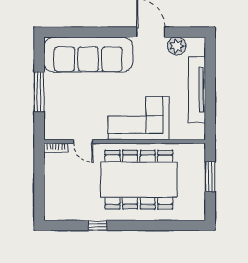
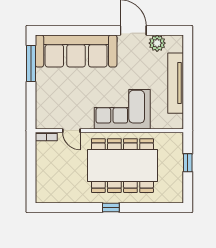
window: (39, 92) -> (31, 63), moved
window: (210, 177) -> (188, 163), width x0.67
window: (98, 225) -> (111, 207), moved

